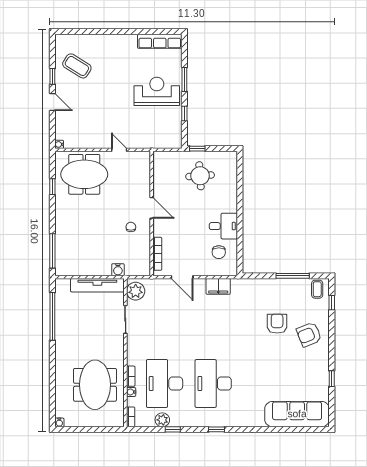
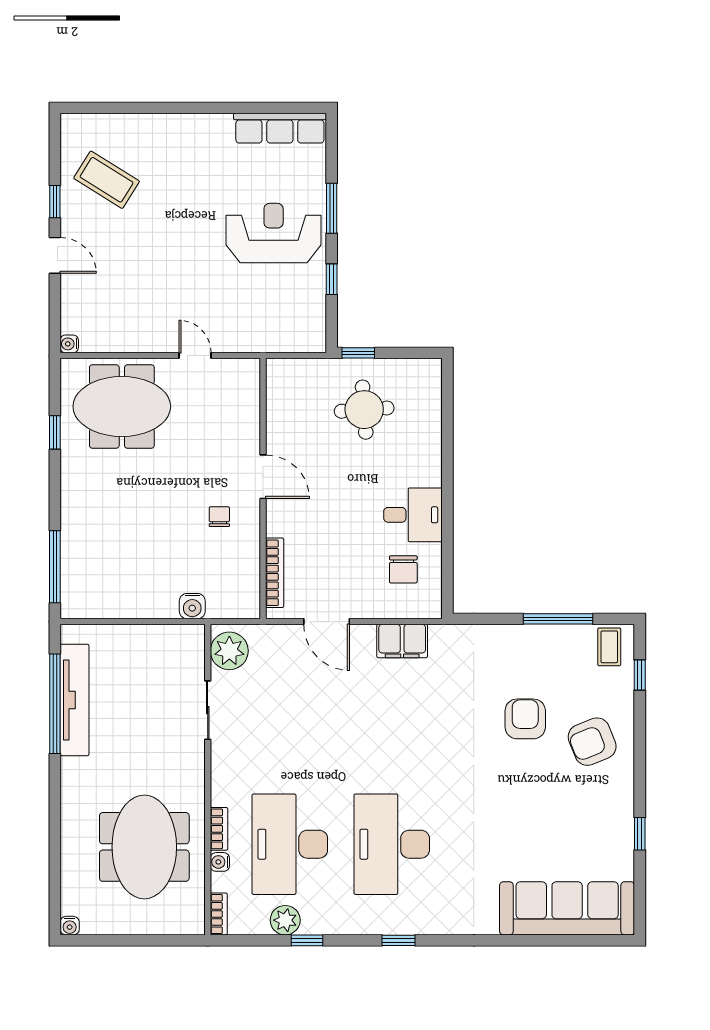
tv unit: (97, 285) -> (75, 700), moved, turned -90

